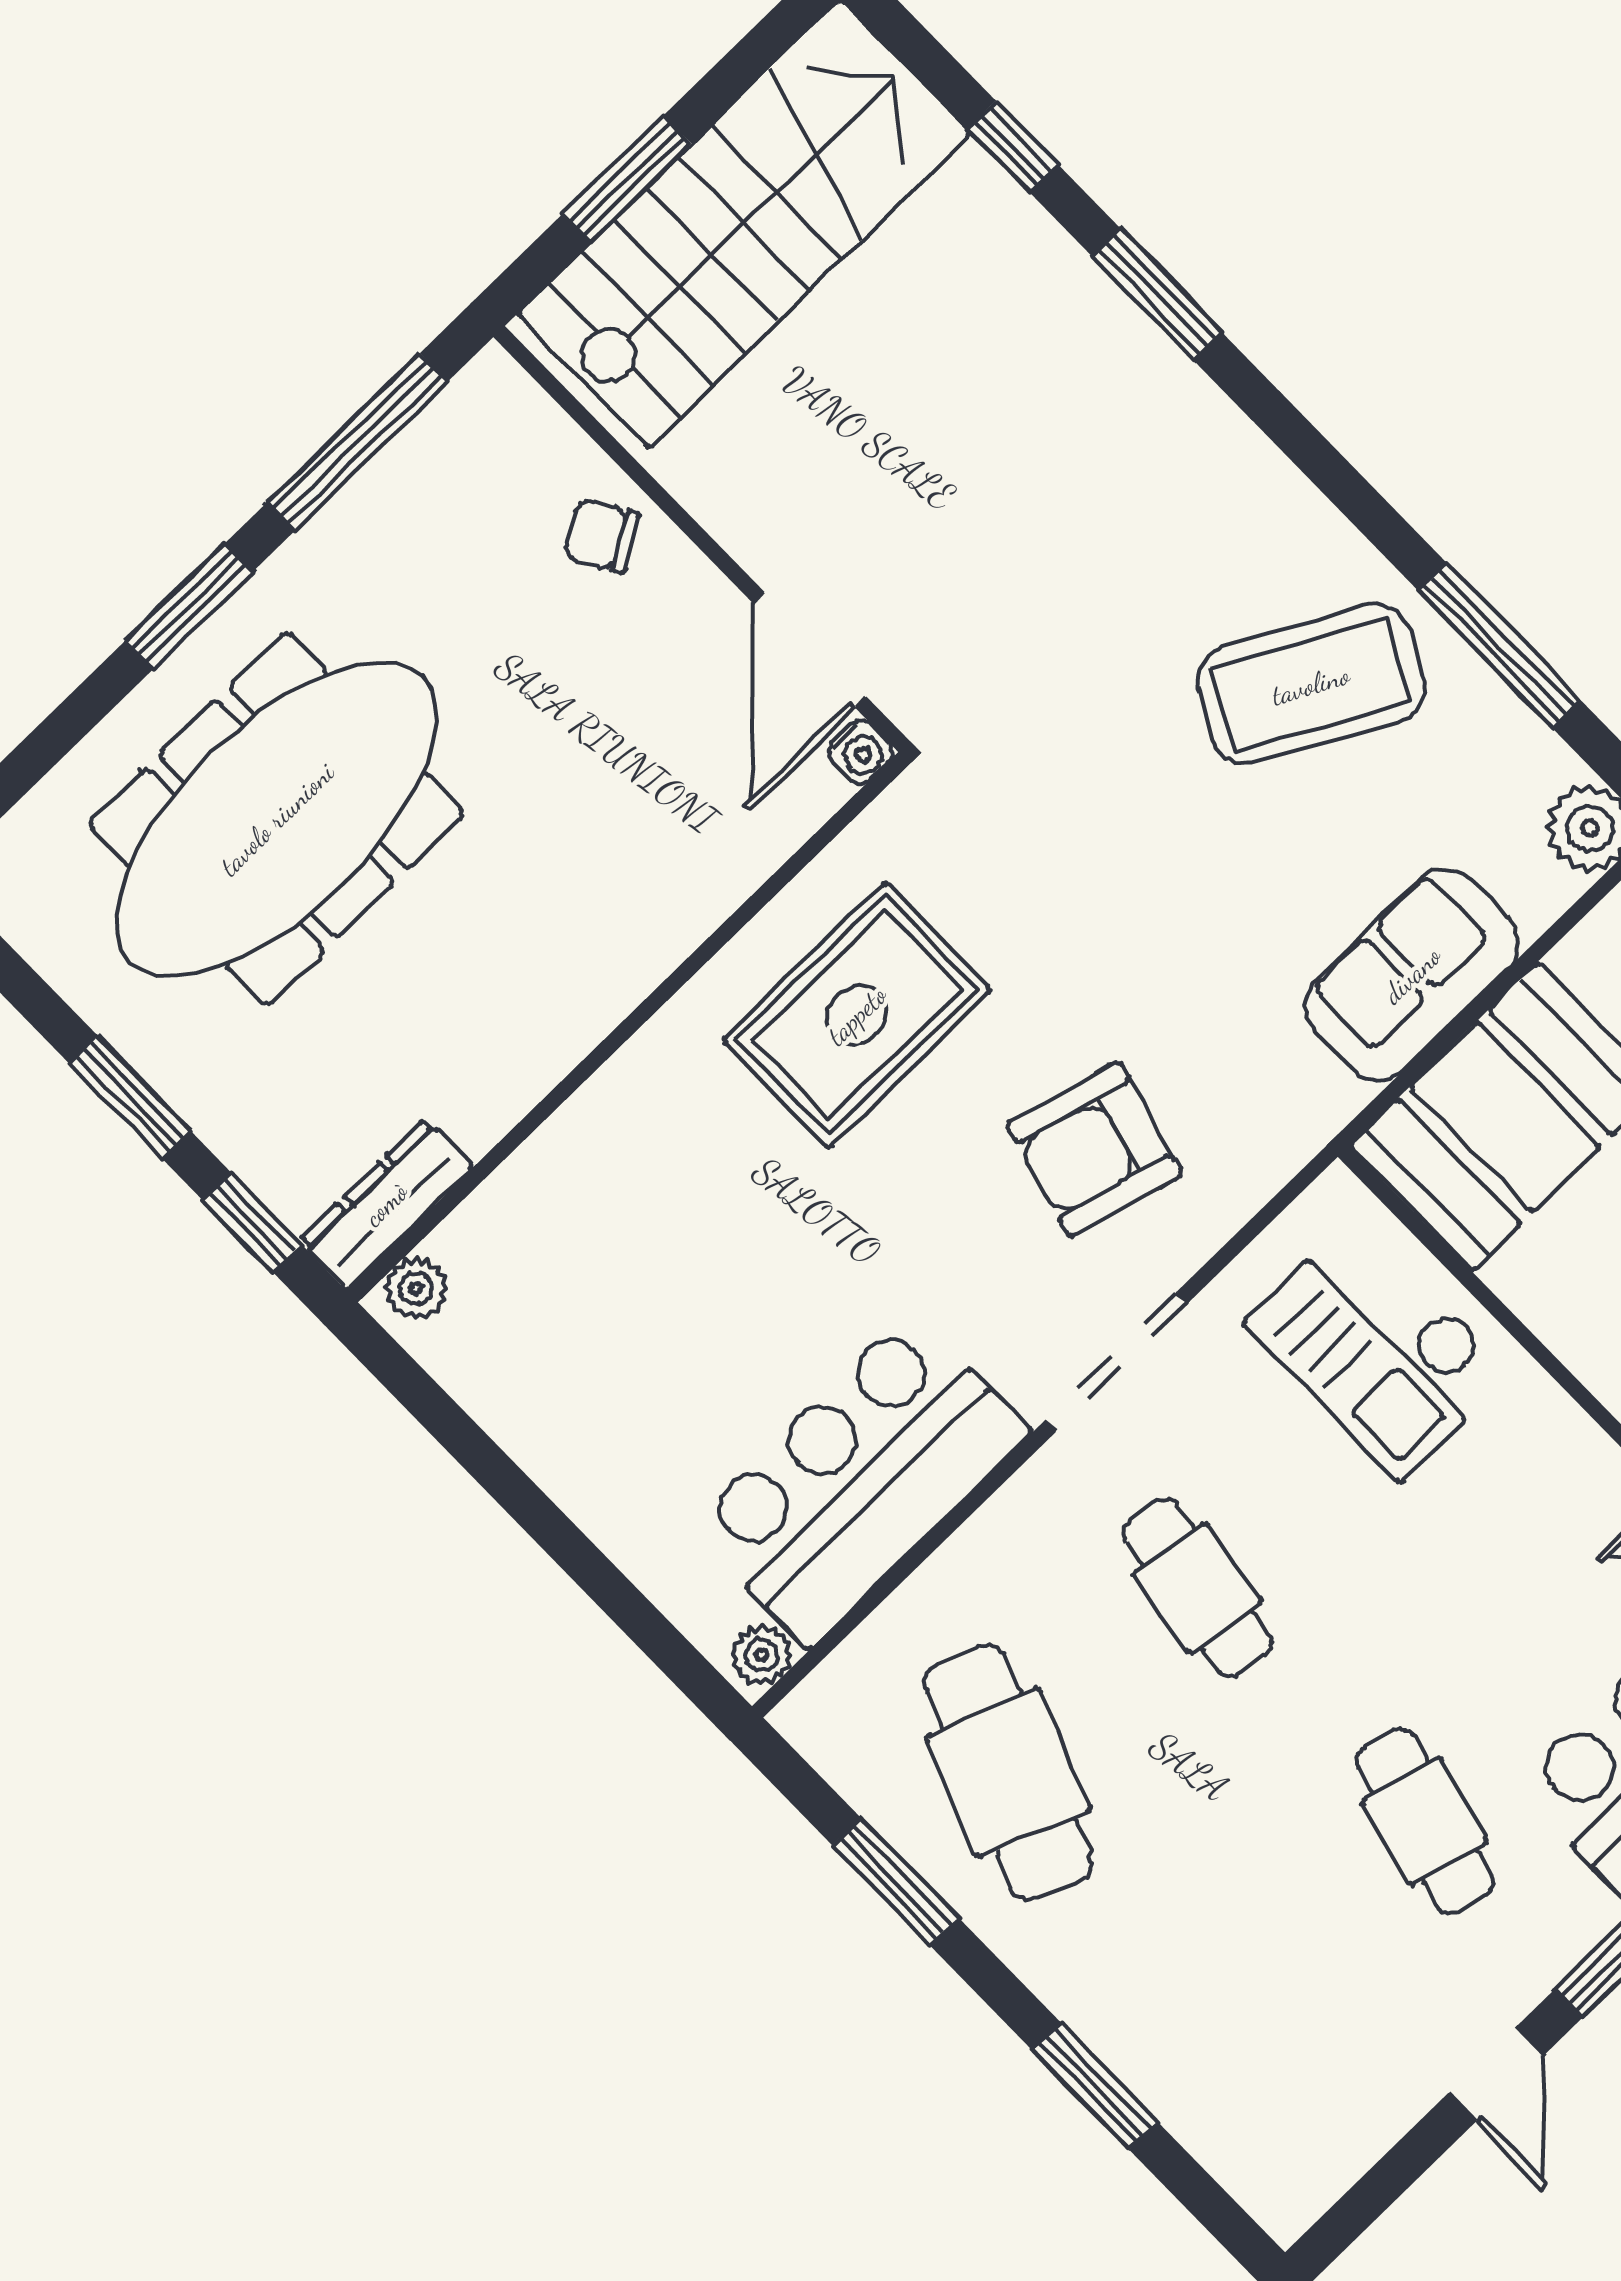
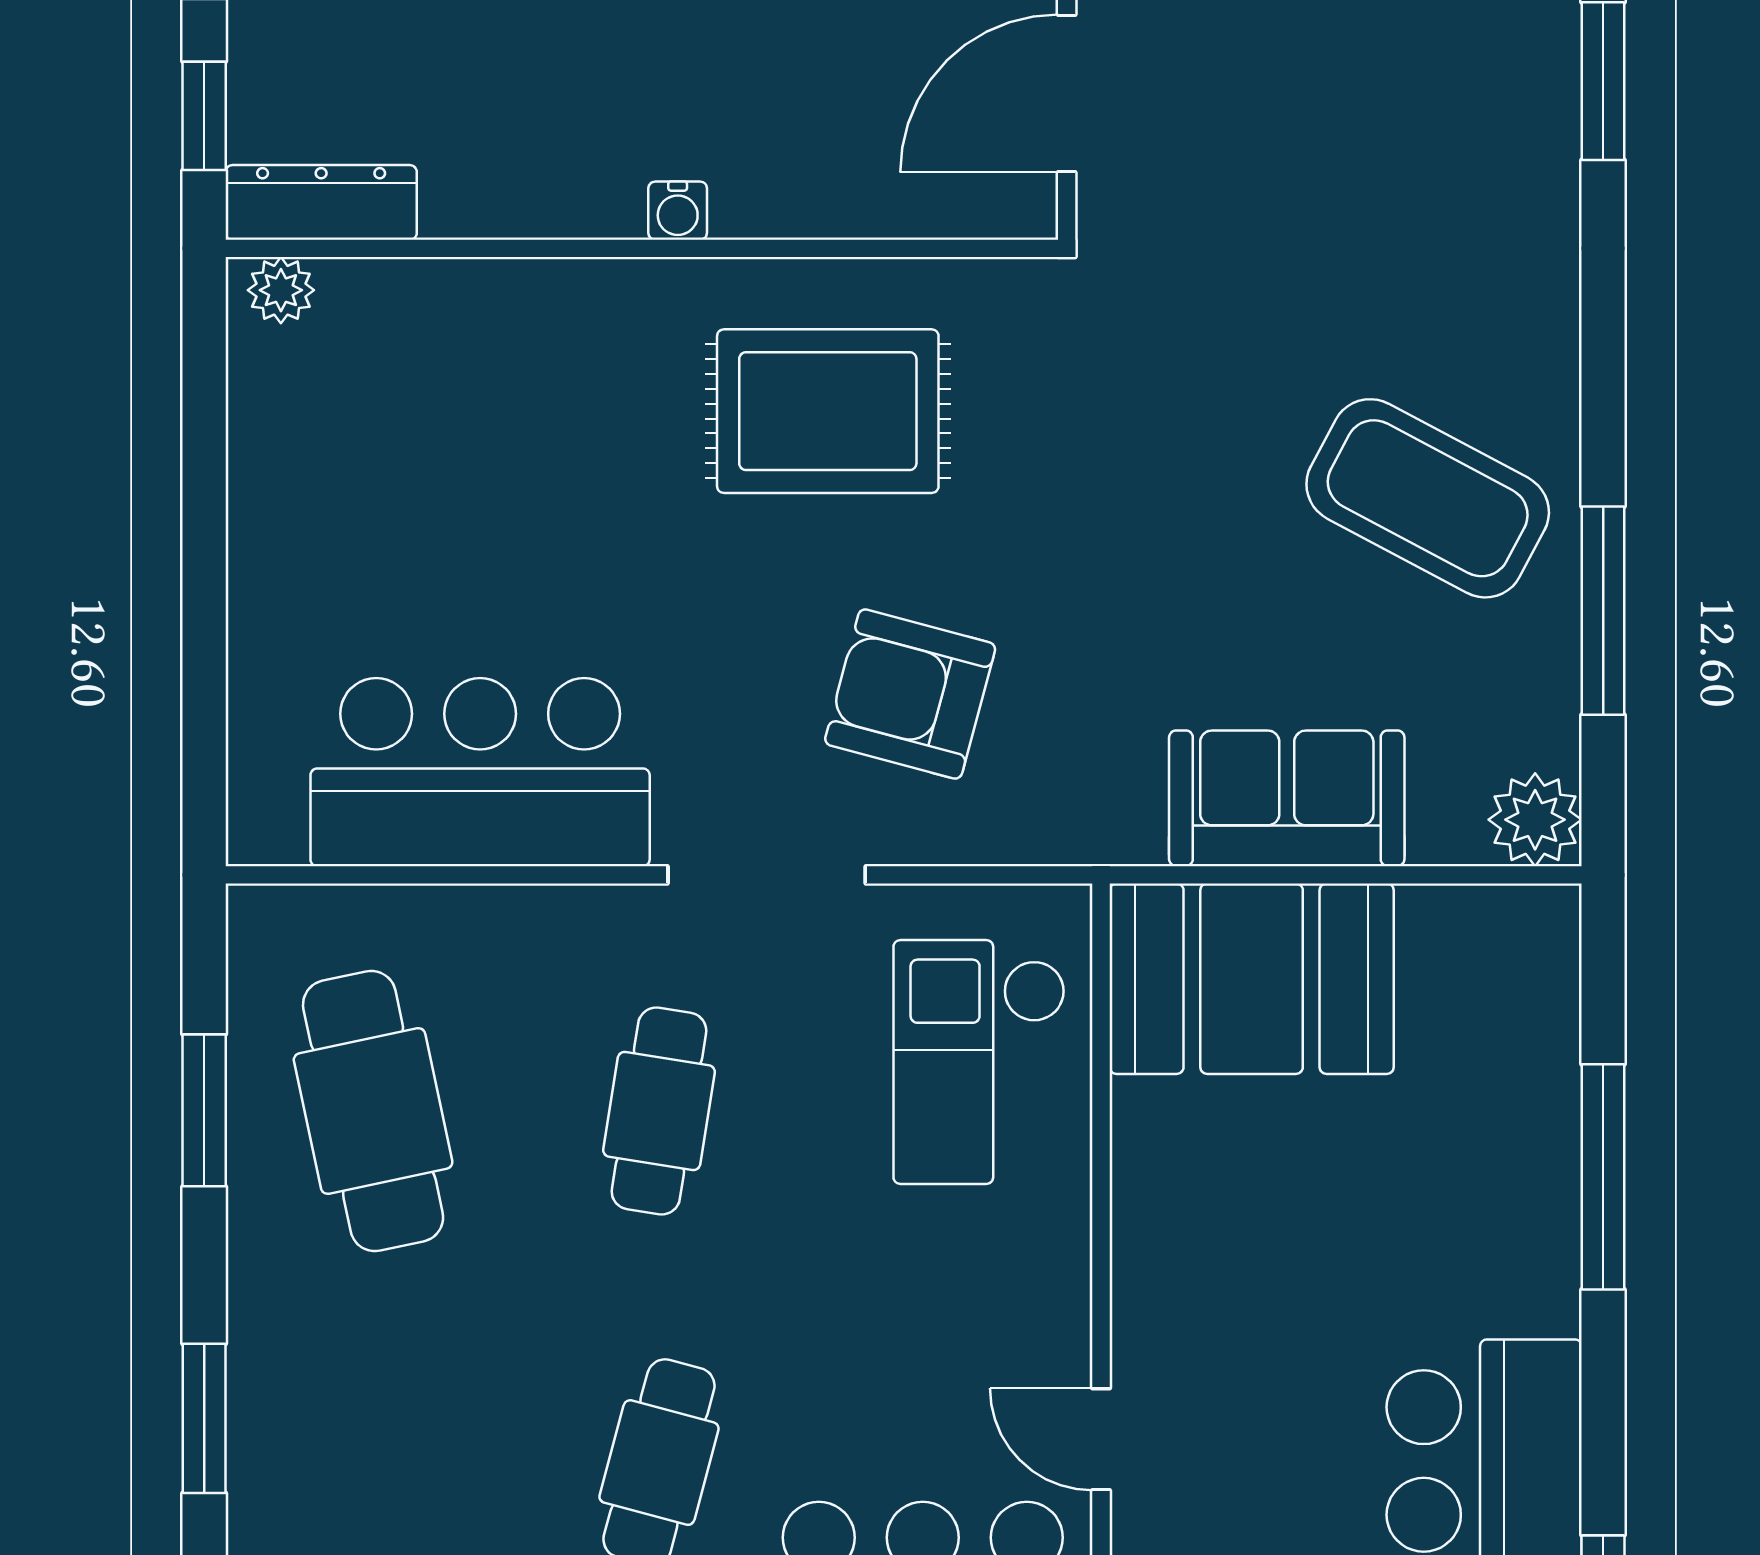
water cooler: (860, 752) -> (678, 211), moved
plant: (761, 1655) -> (271, 834), removed
cafe table: (1008, 1773) -> (373, 1111), turned -33

